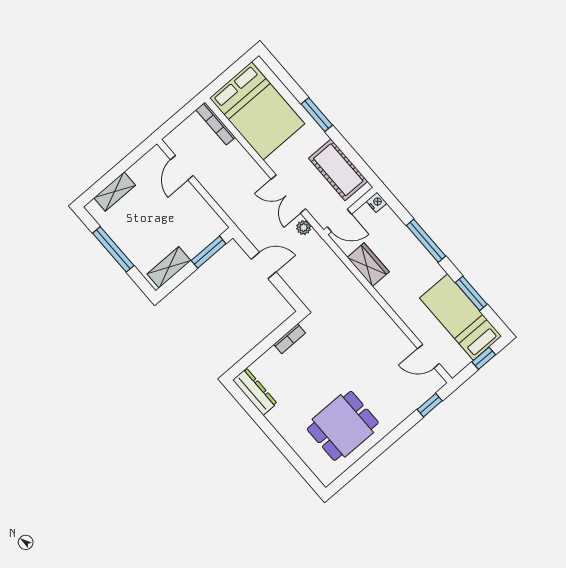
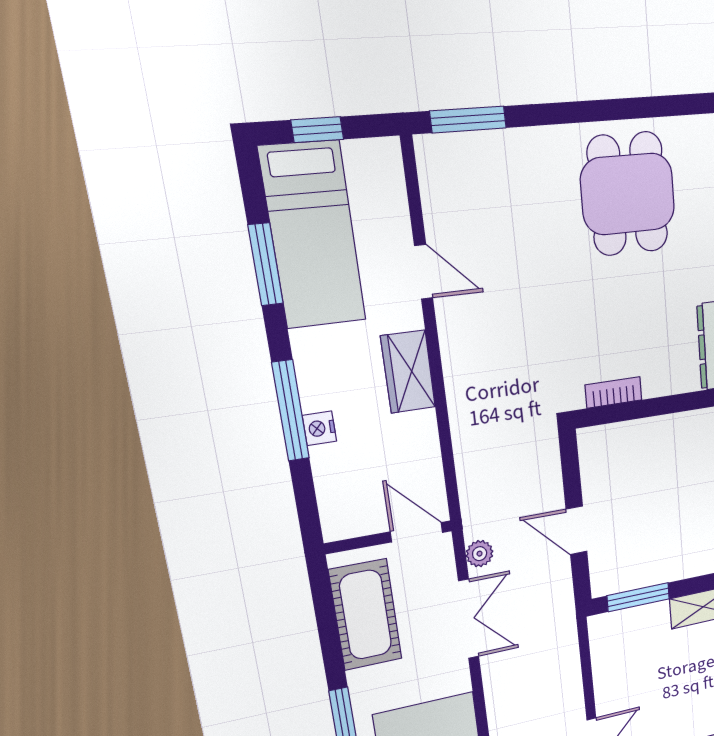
nightstand: (377, 202) -> (319, 428), moved
wardrobe: (368, 265) -> (408, 372), moved
door: (428, 356) -> (424, 272), moved
window: (430, 405) -> (468, 119), width x1.50
dining table: (343, 426) -> (628, 194), turned 90

